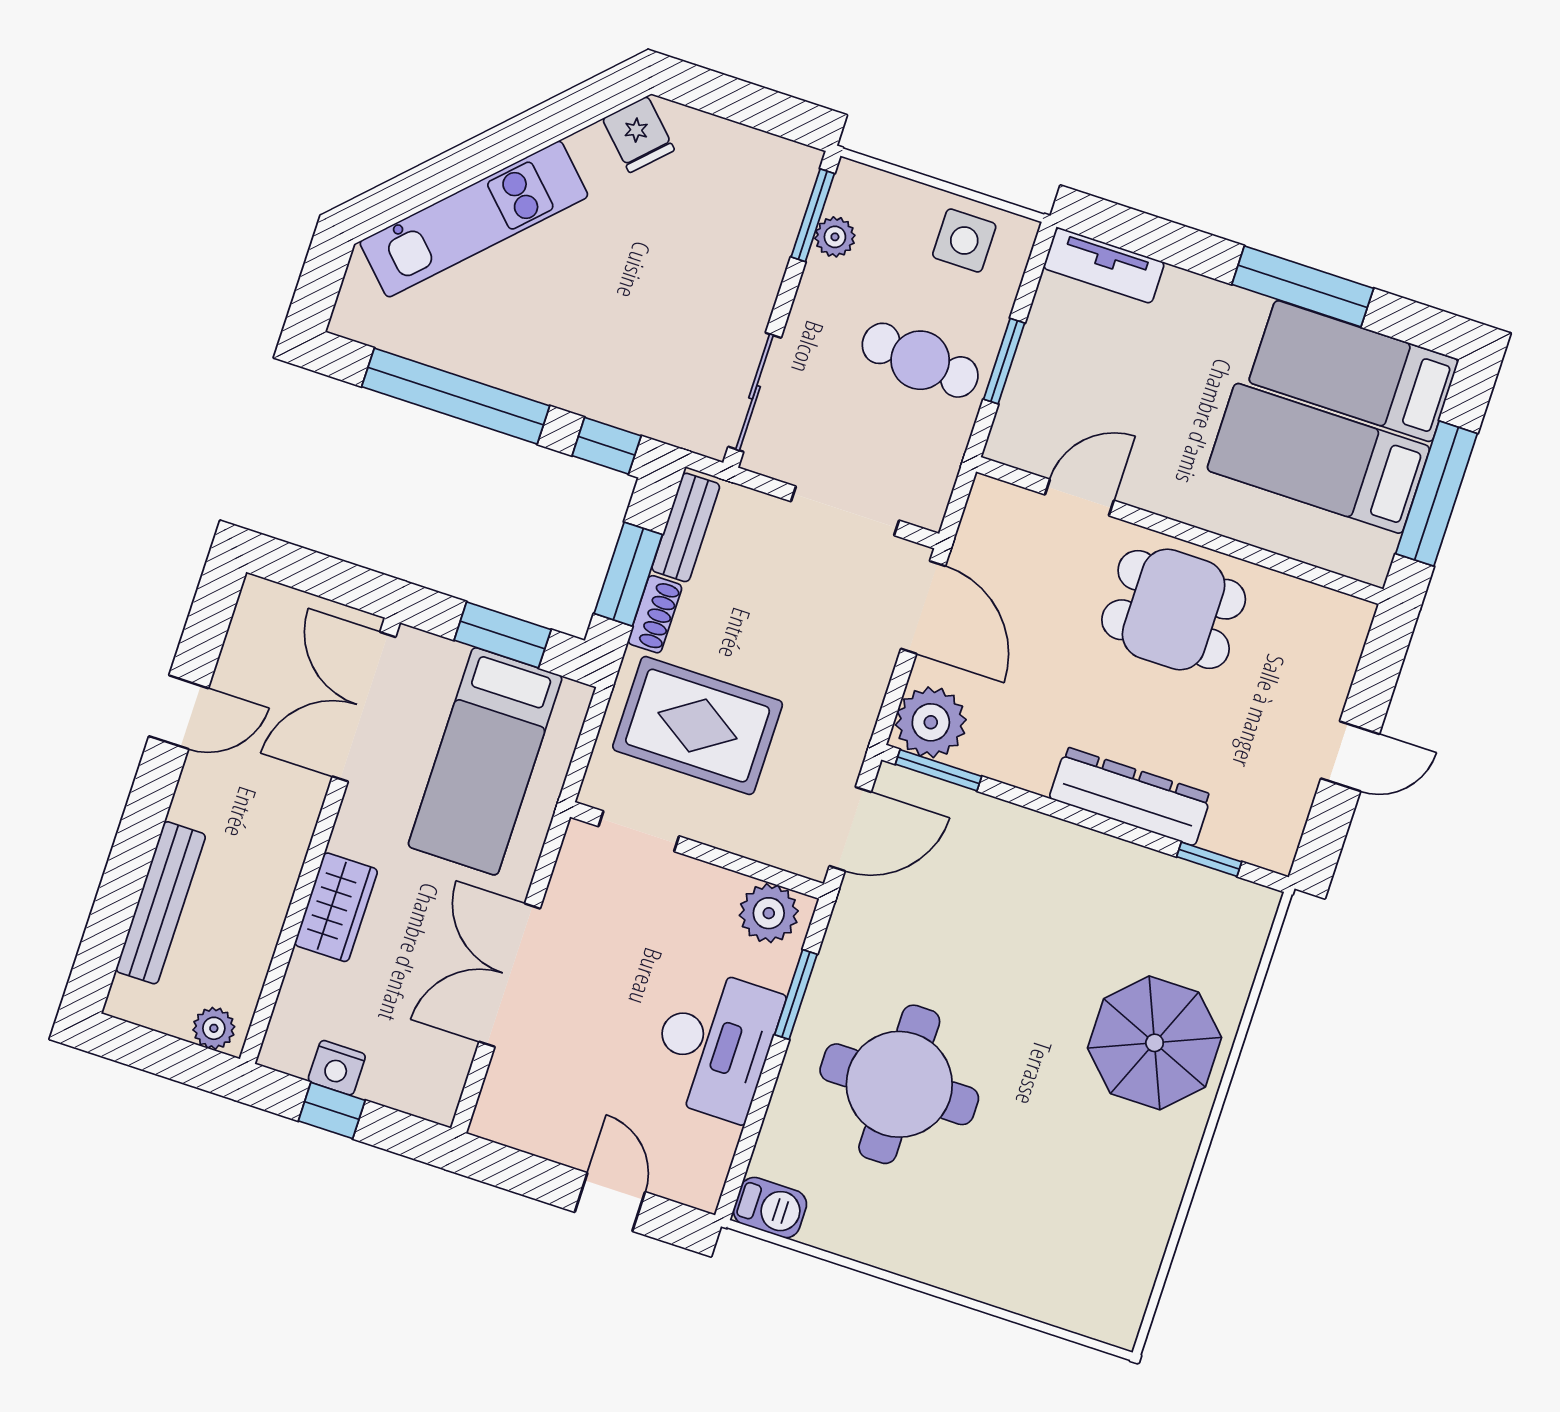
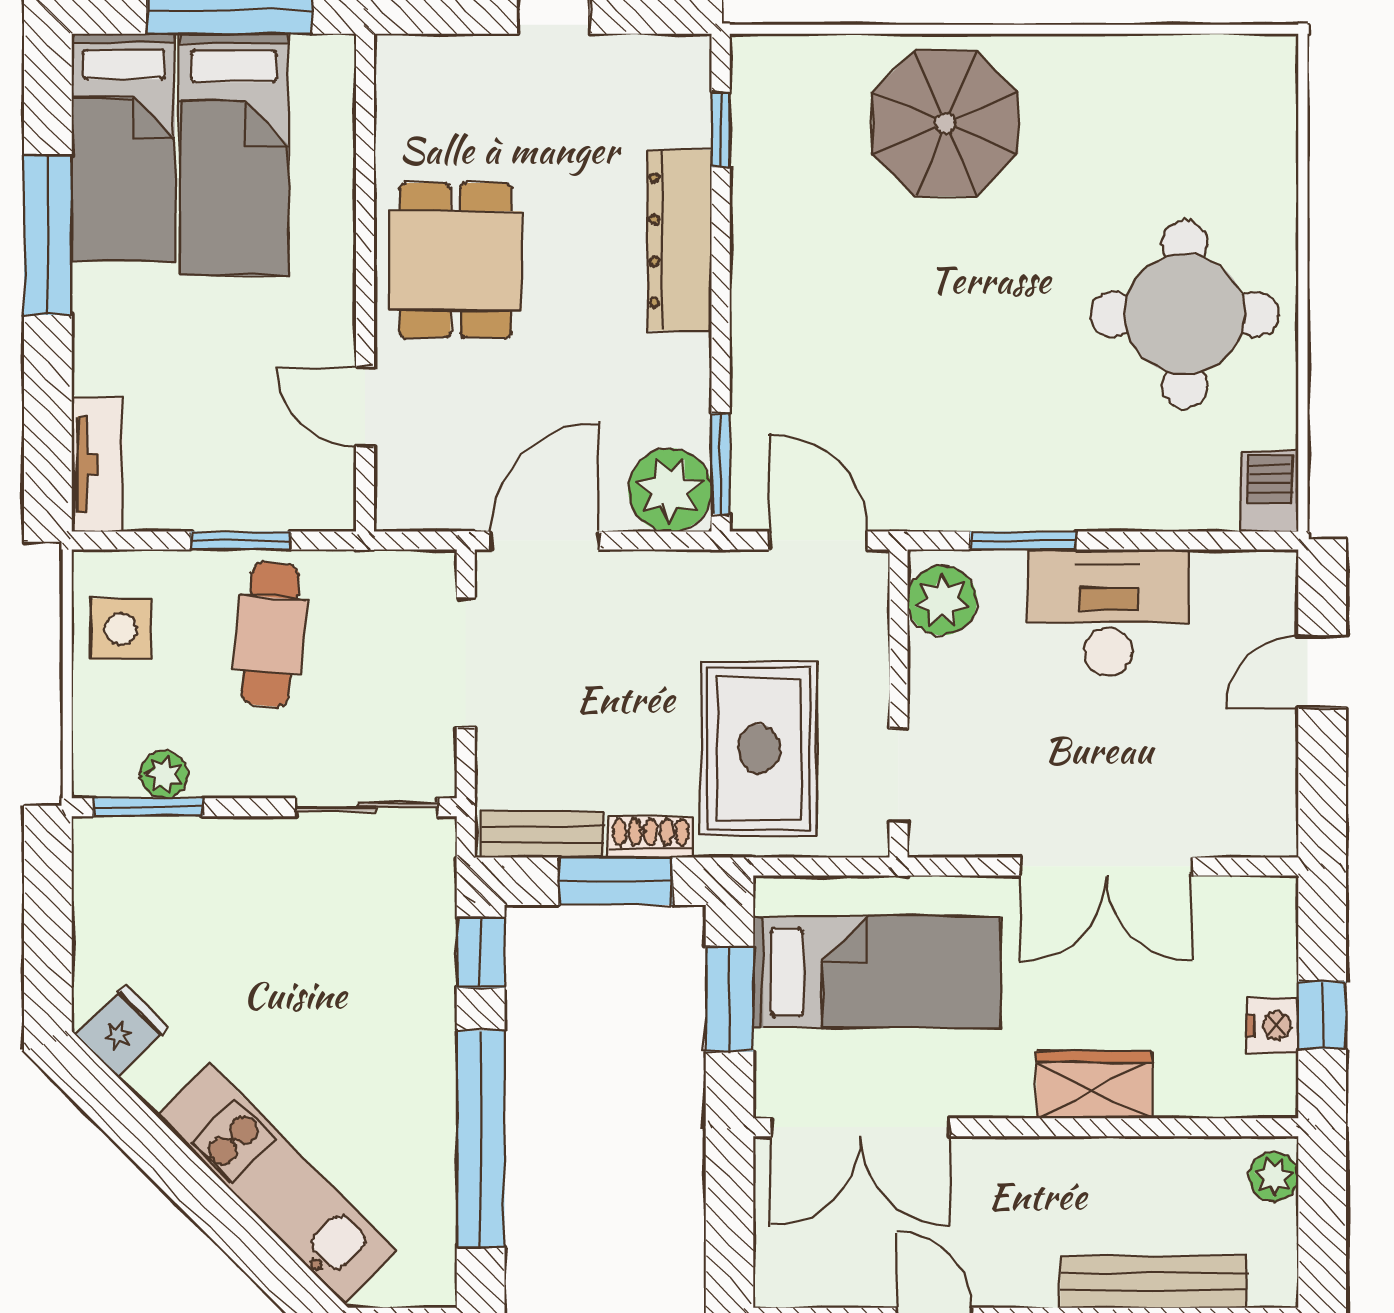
round table: (899, 1084) -> (1185, 314), moved

